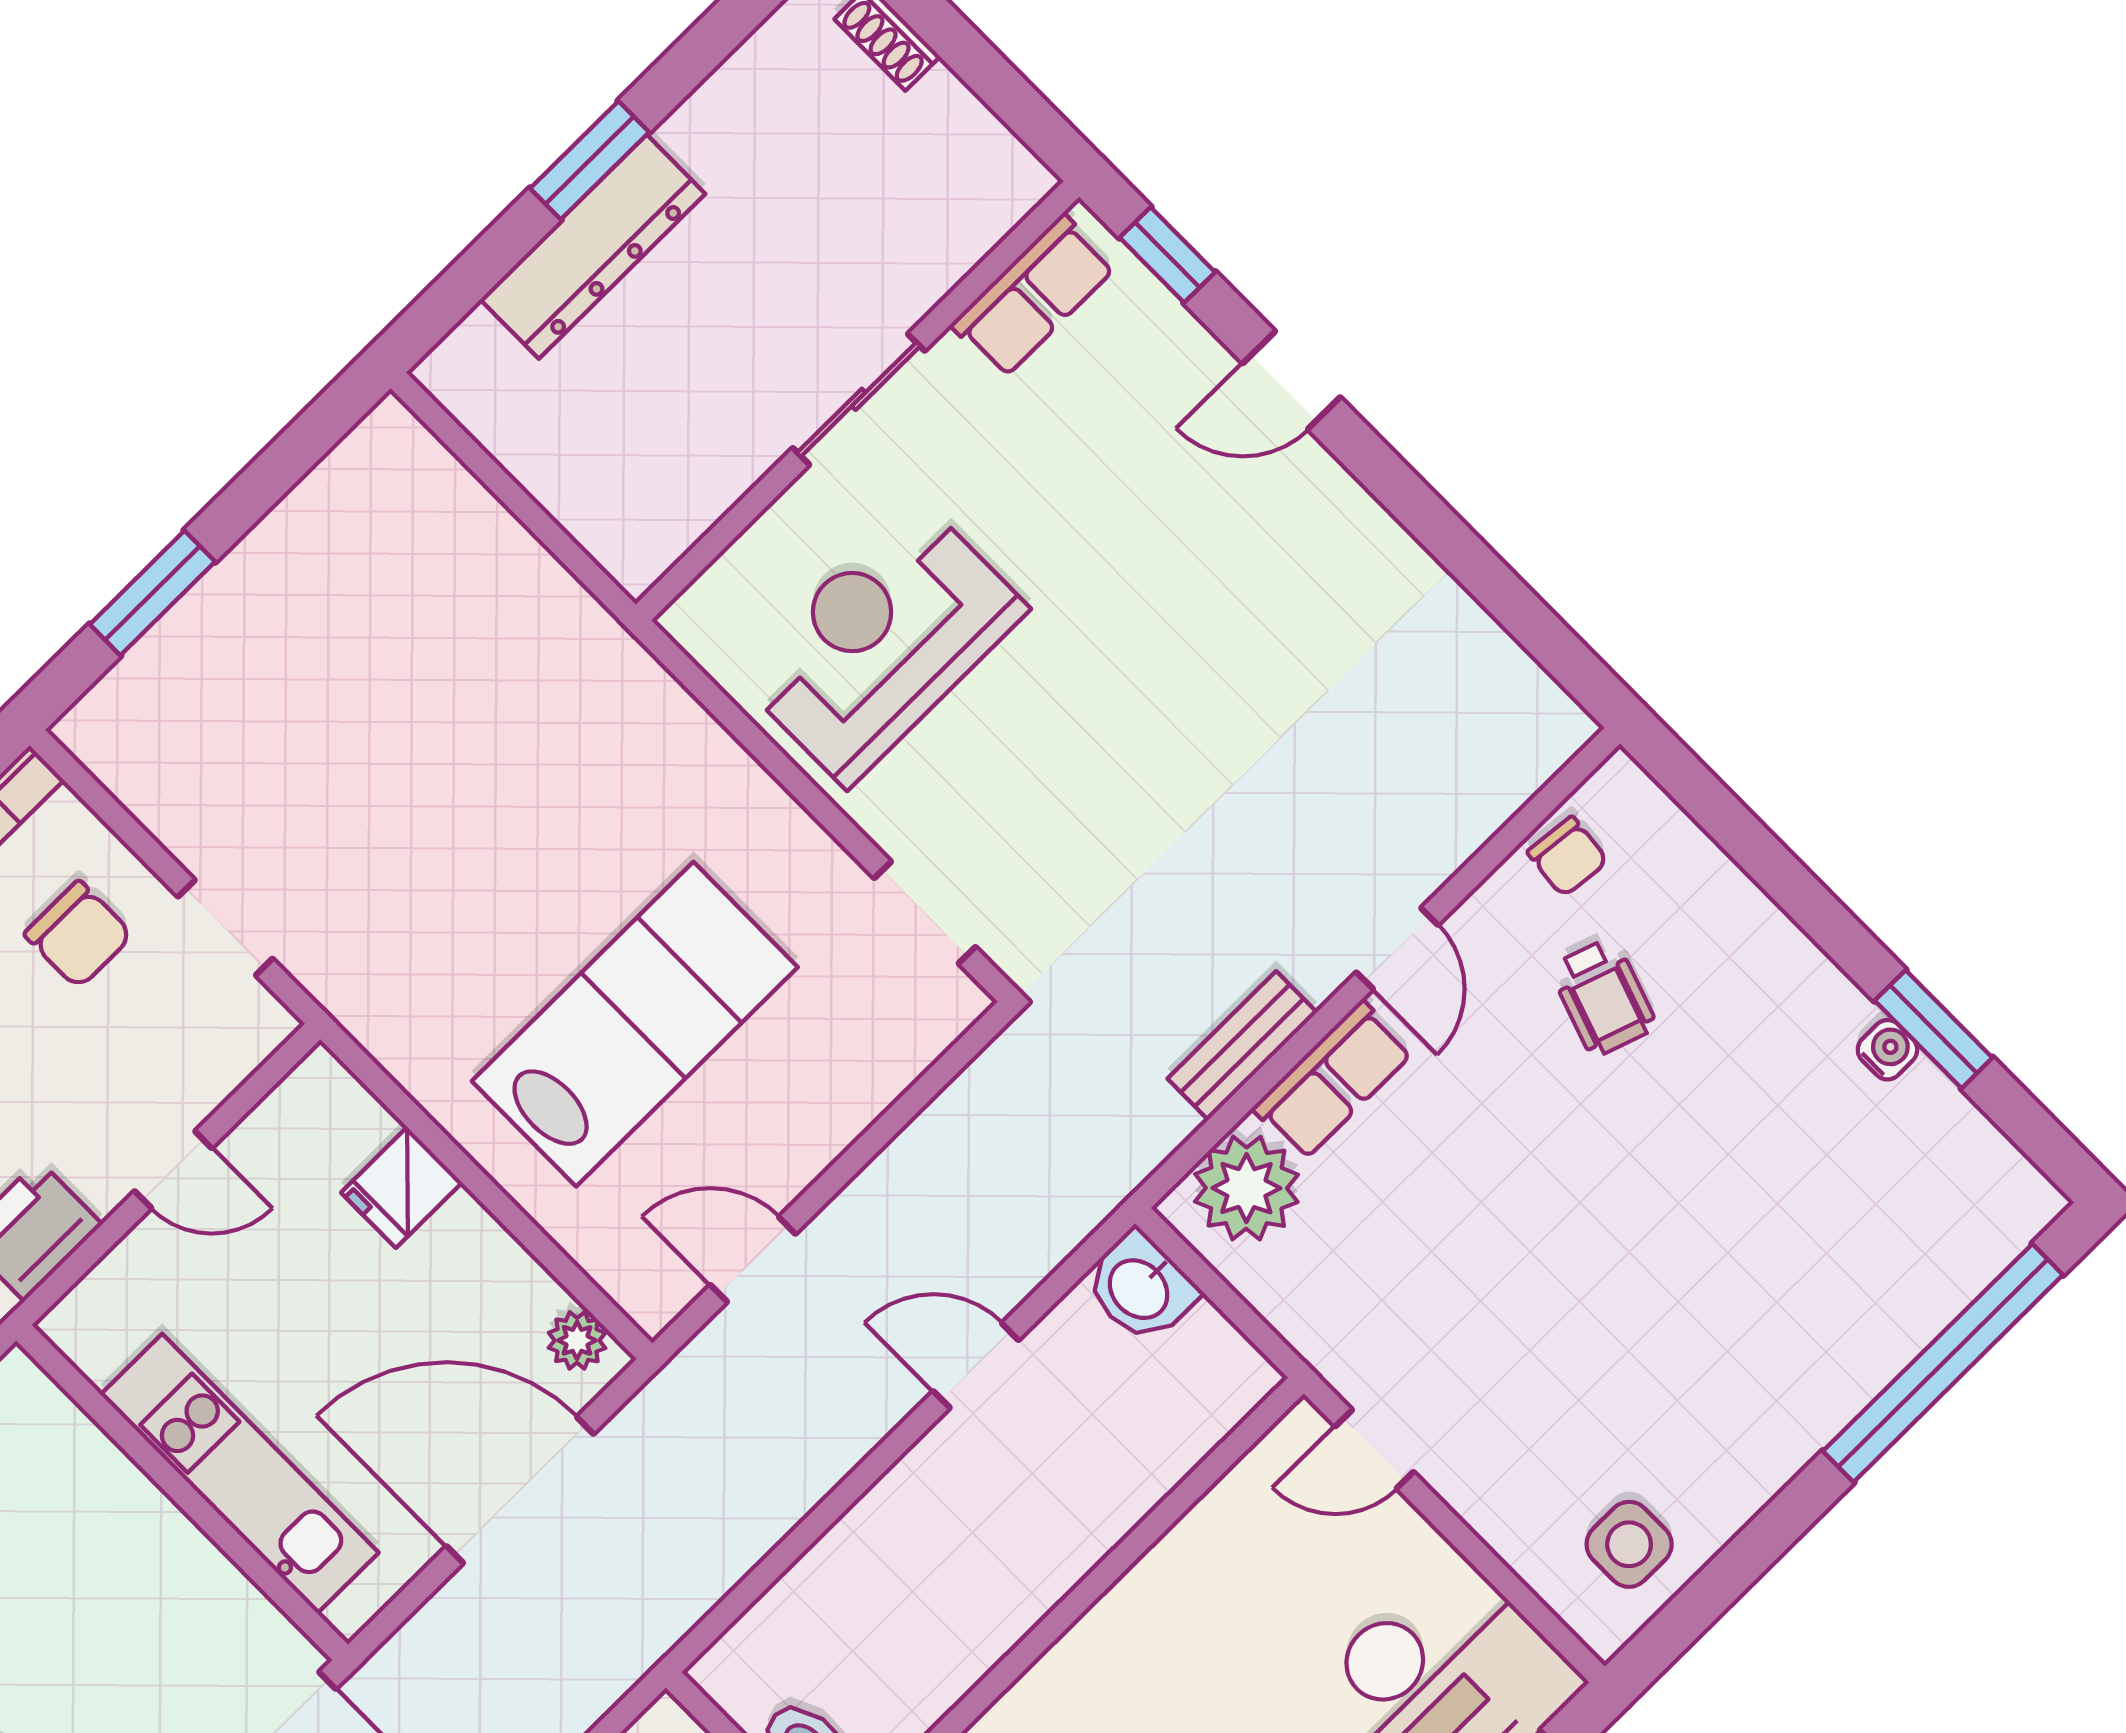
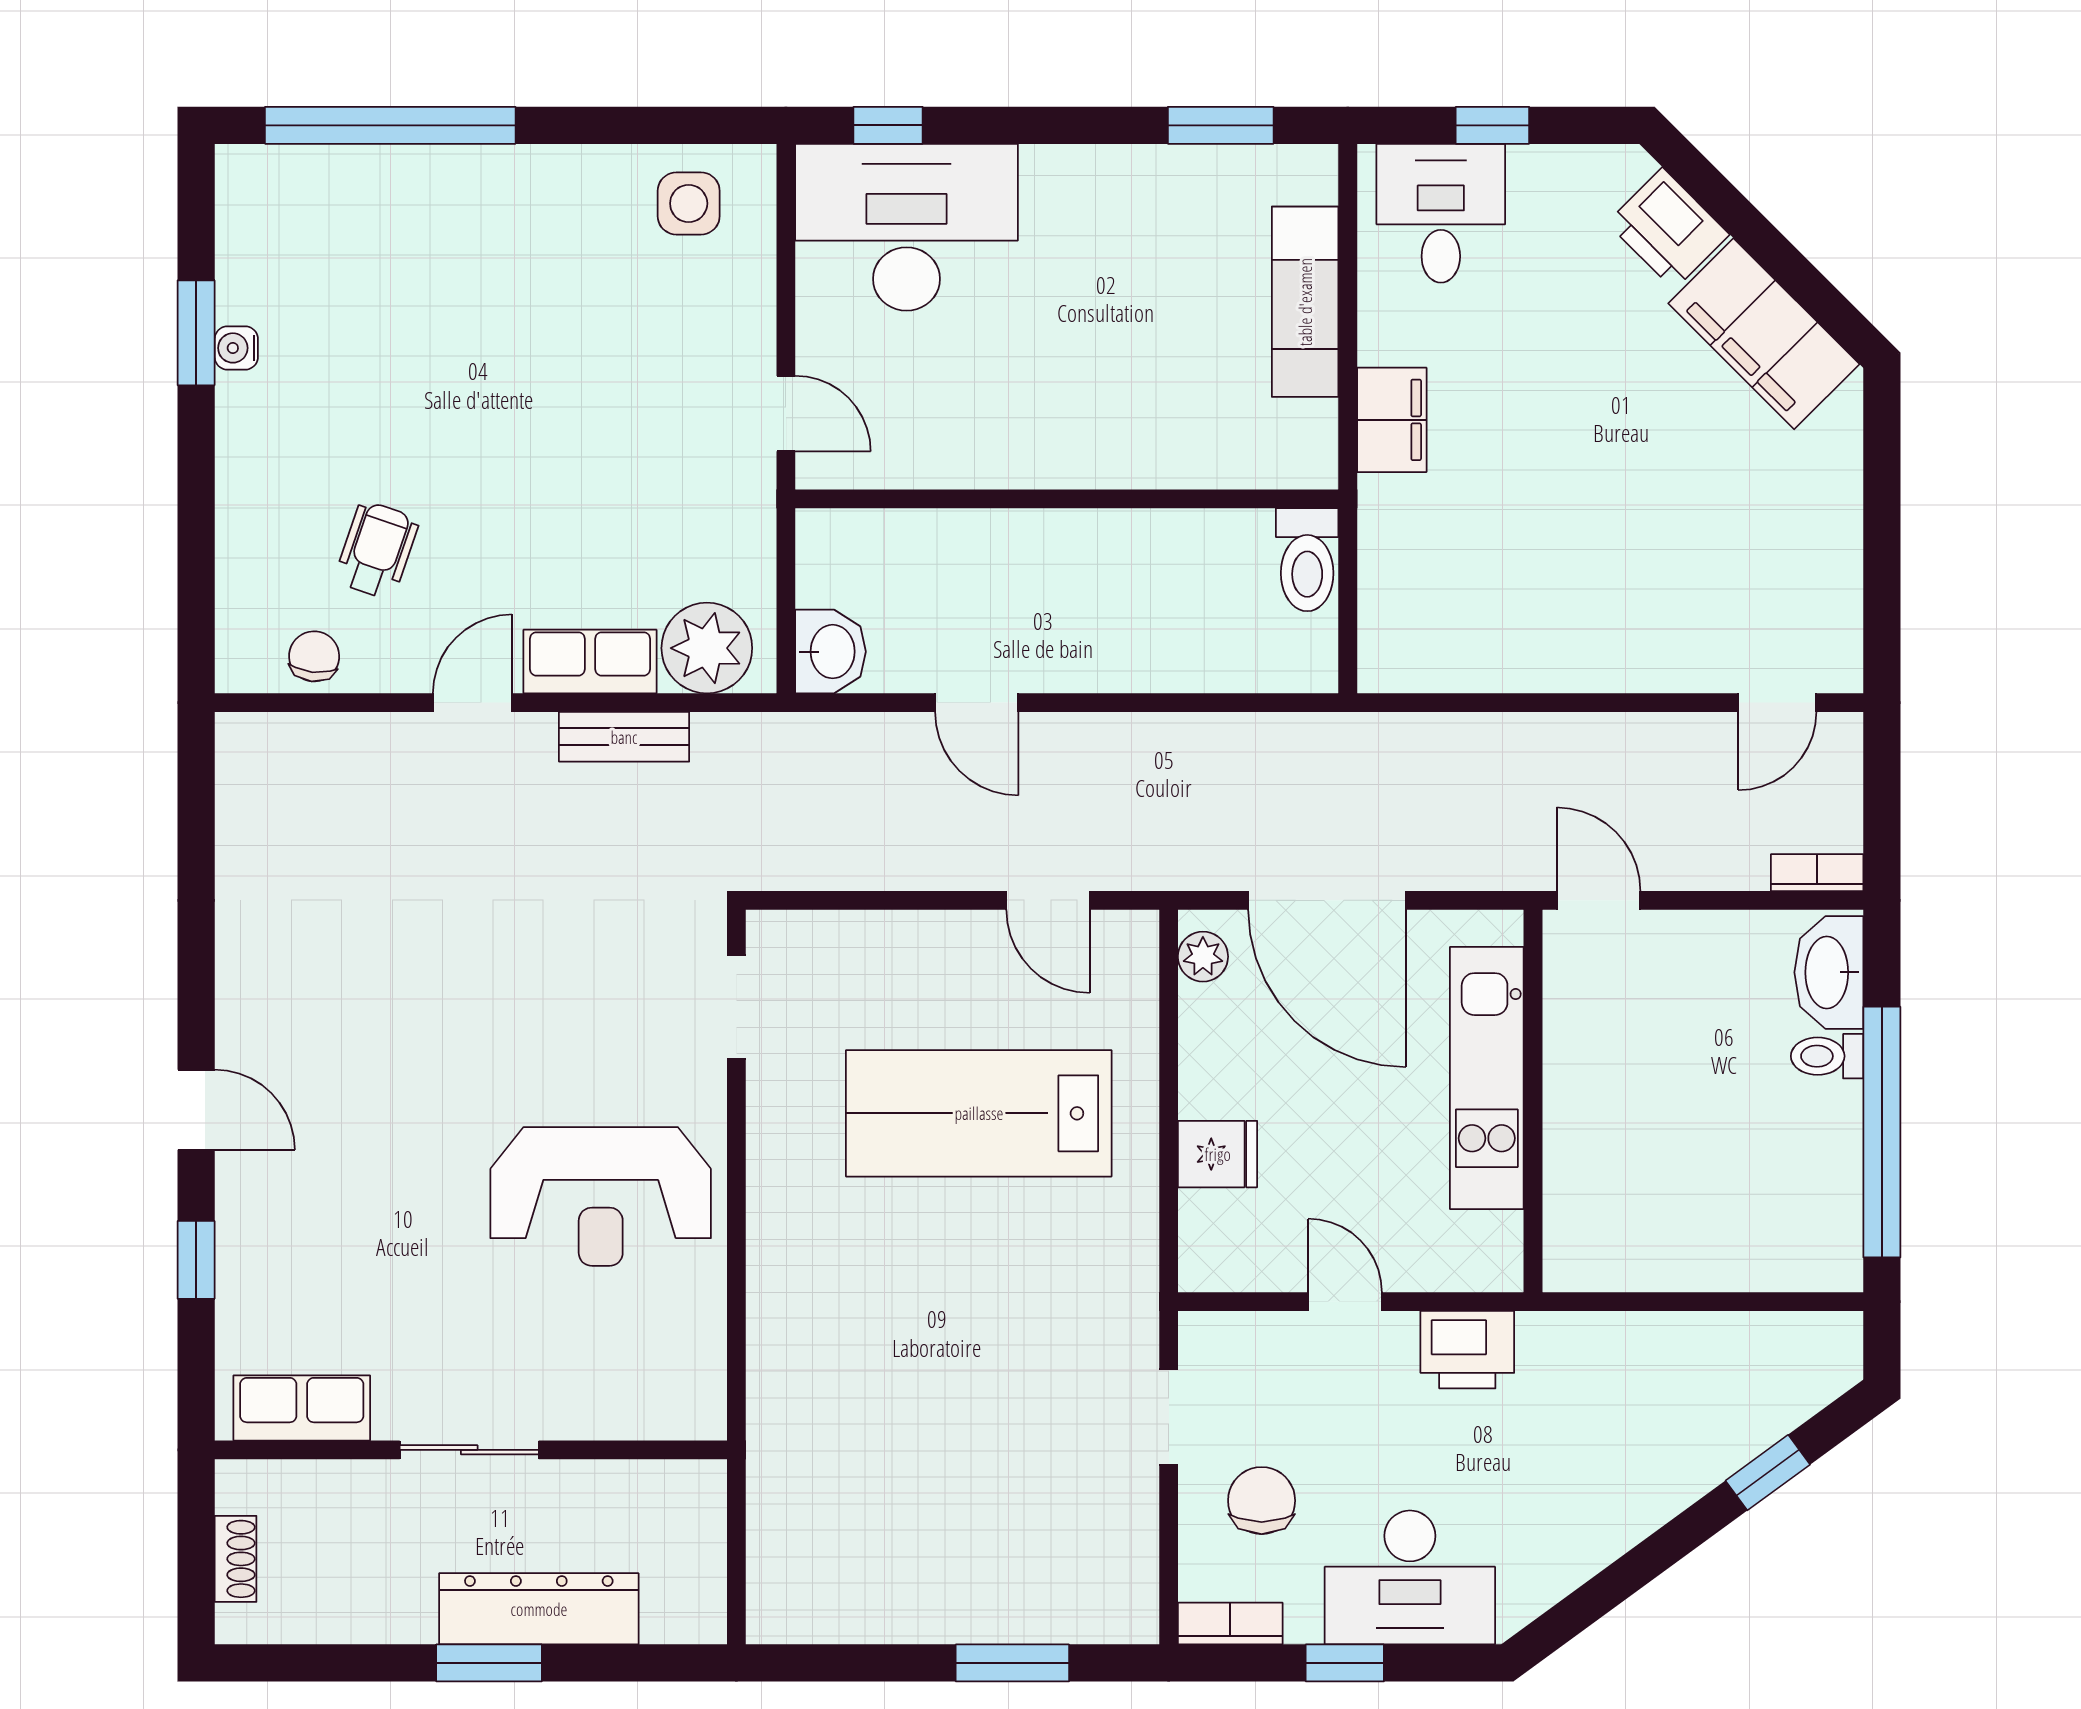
row of seats: (1033, 296) -> (302, 1408), moved
sliding door: (859, 399) -> (469, 1450), moved
wall: (857, 401) -> (471, 1450), moved

